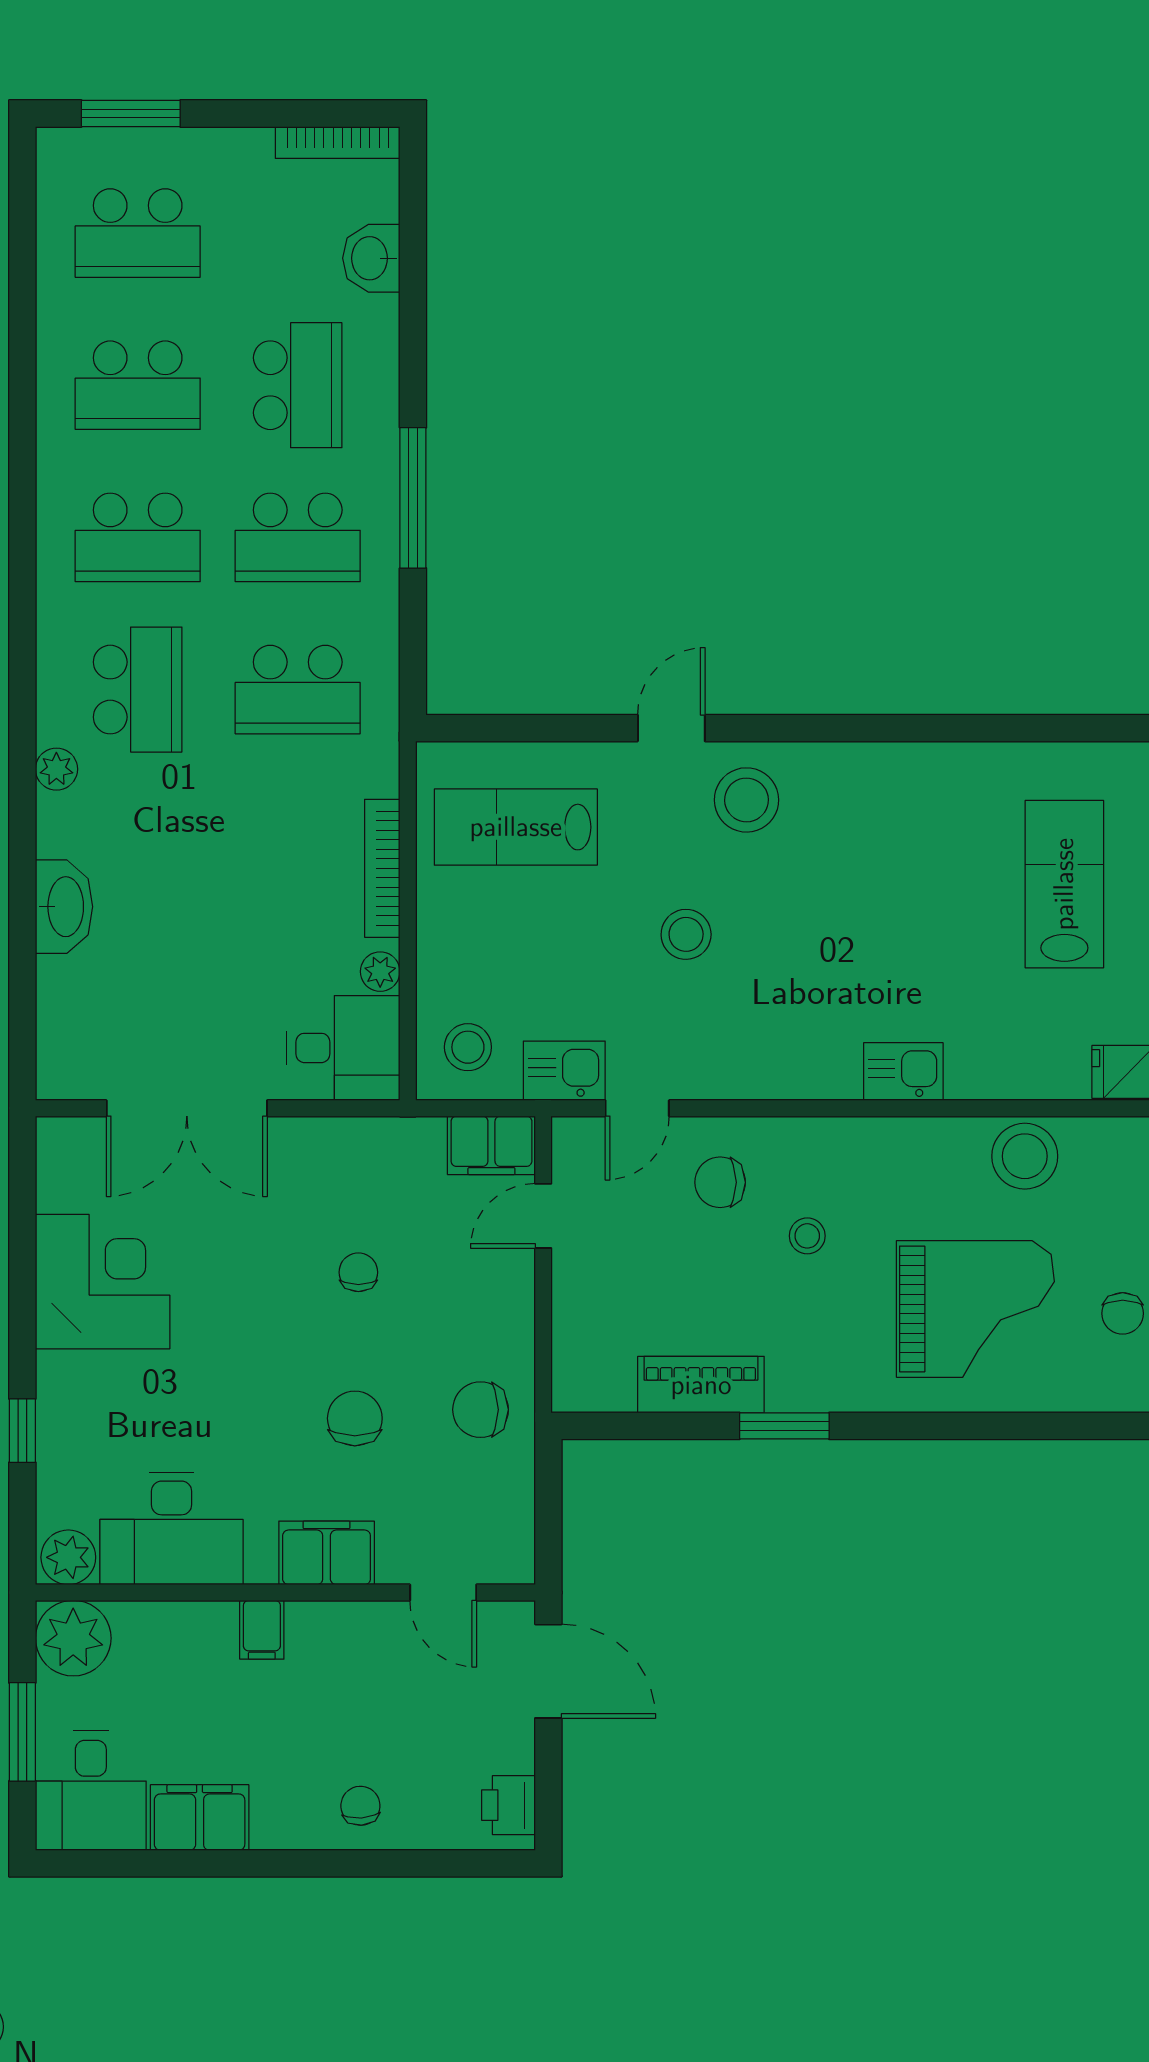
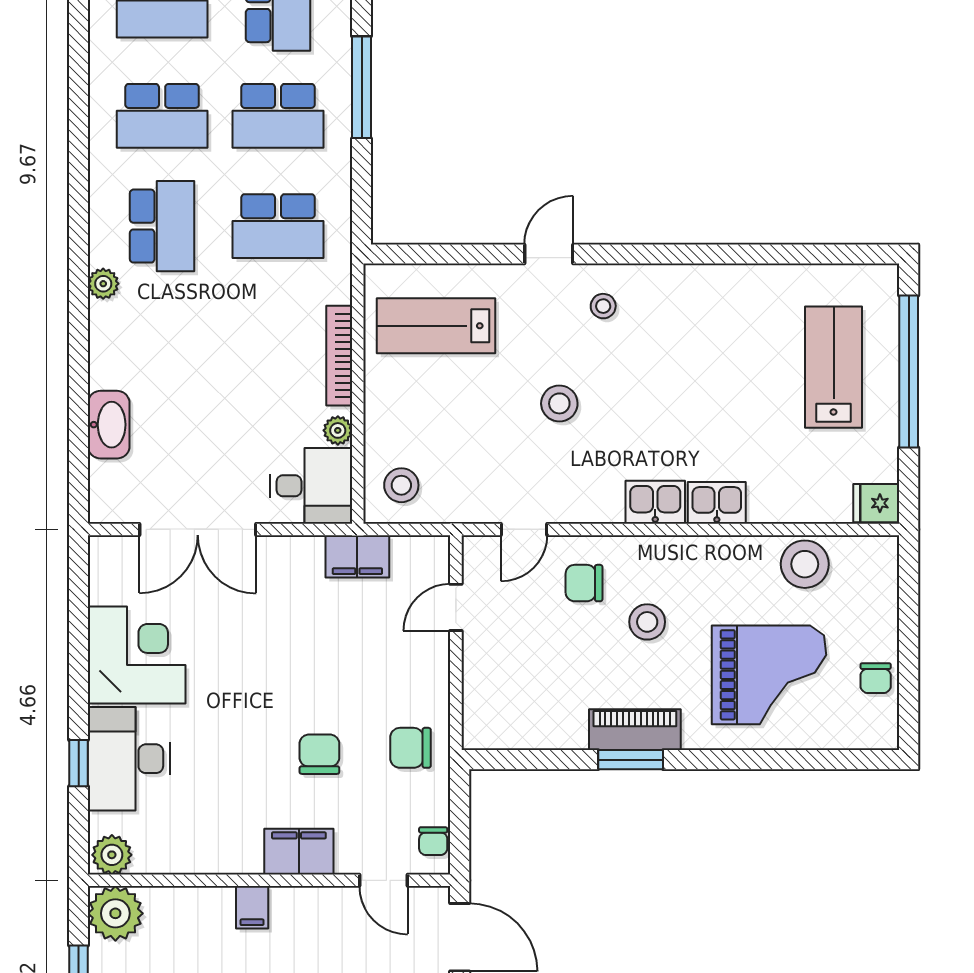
stool: (746, 800) -> (603, 306), width x0.53, depth x0.53
washbasin: (64, 907) -> (109, 425), moved
kitchen sink: (564, 1071) -> (655, 502), moved
filing cabinet: (491, 1145) -> (357, 556), moved
stool: (807, 1236) -> (647, 622), width x1.37, depth x1.37
chair: (358, 1272) -> (433, 841), moved, turned 180
piano: (701, 1385) -> (635, 730), moved
desk: (172, 1528) -> (129, 759), moved, turned 90

